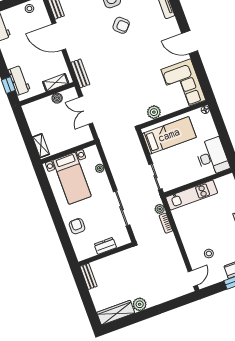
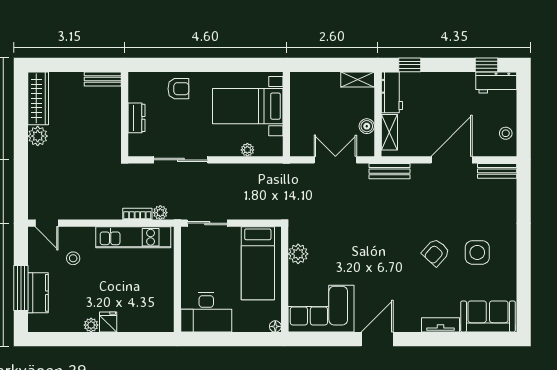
workbench: (19, 80) -> (392, 92), moved, turned -90
shelving: (41, 146) -> (358, 80), moved
kitchen unit: (192, 195) -> (133, 237), moved, turned -90

